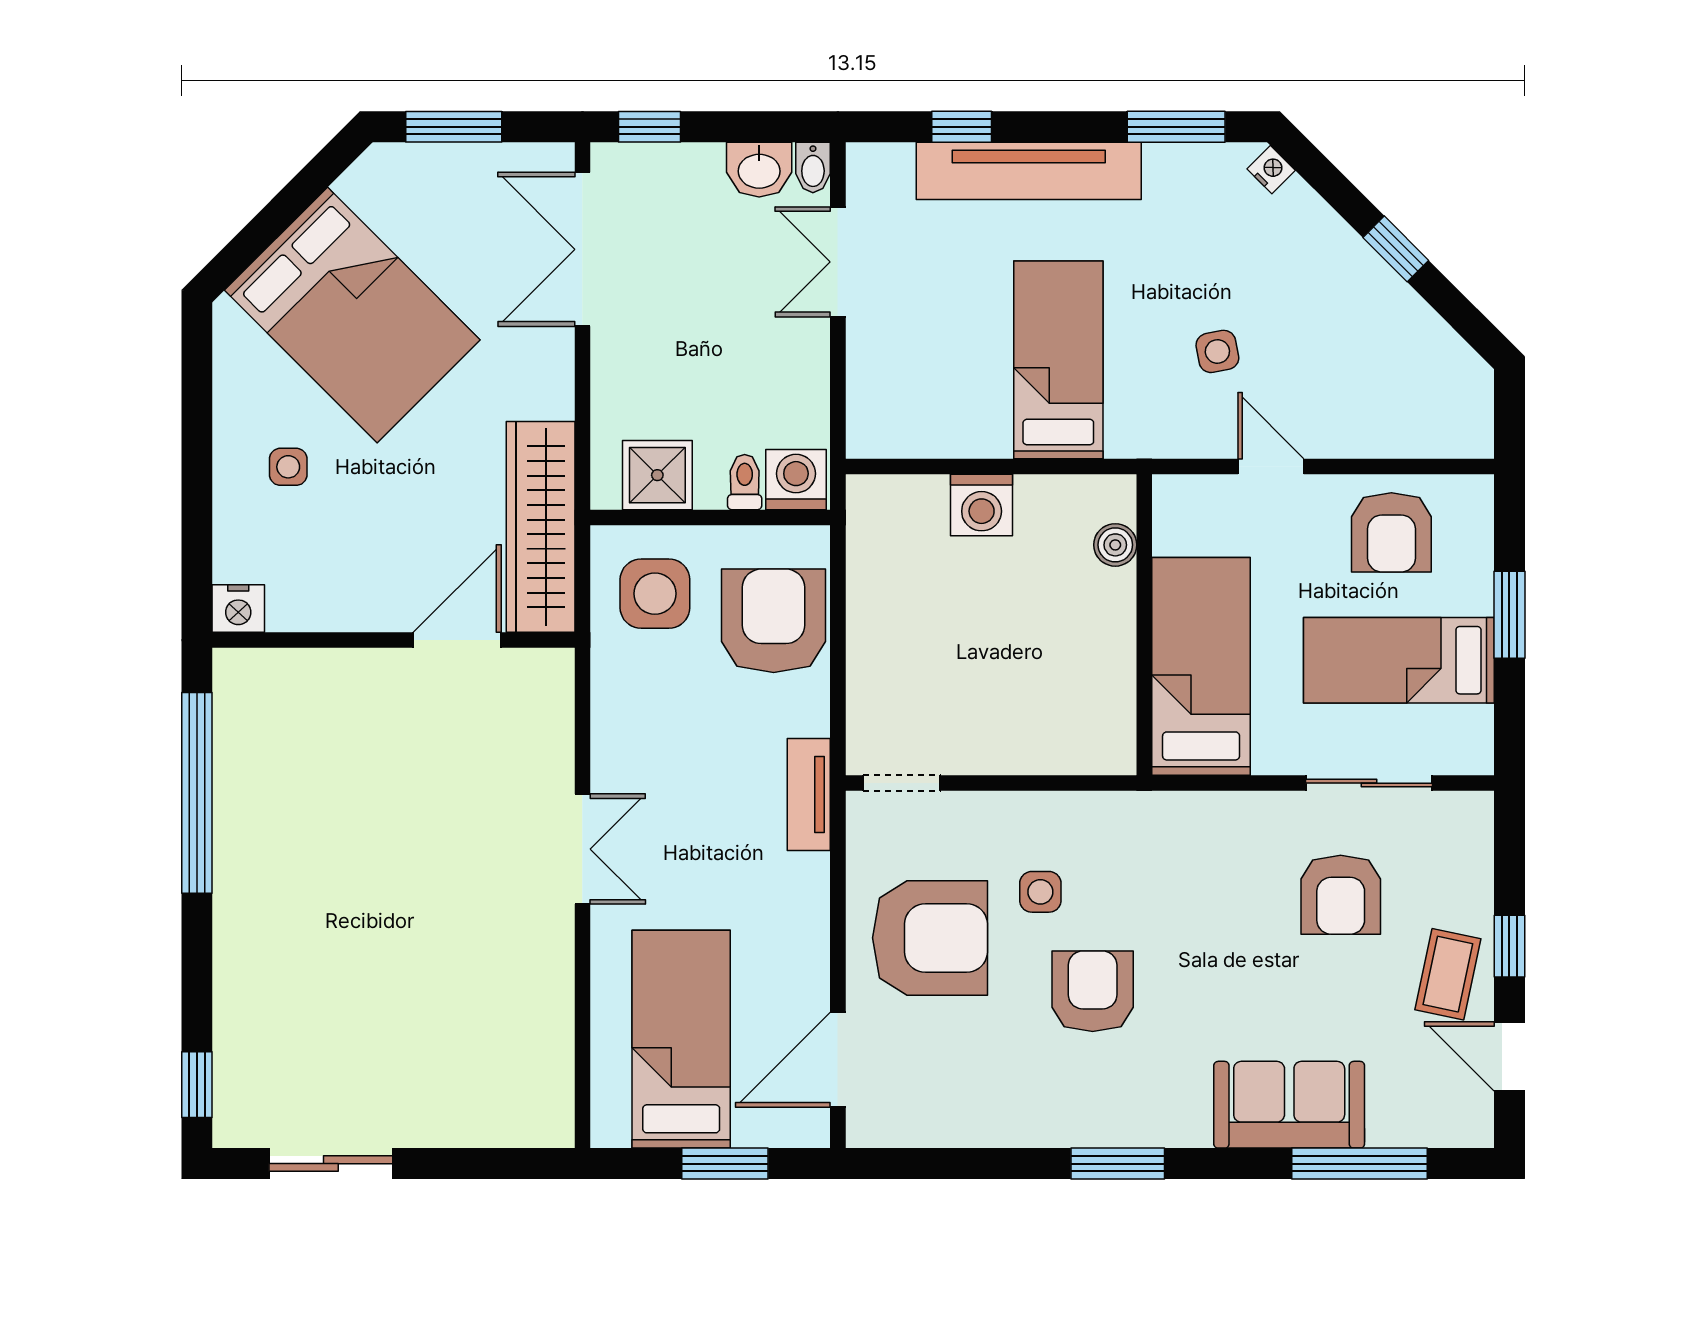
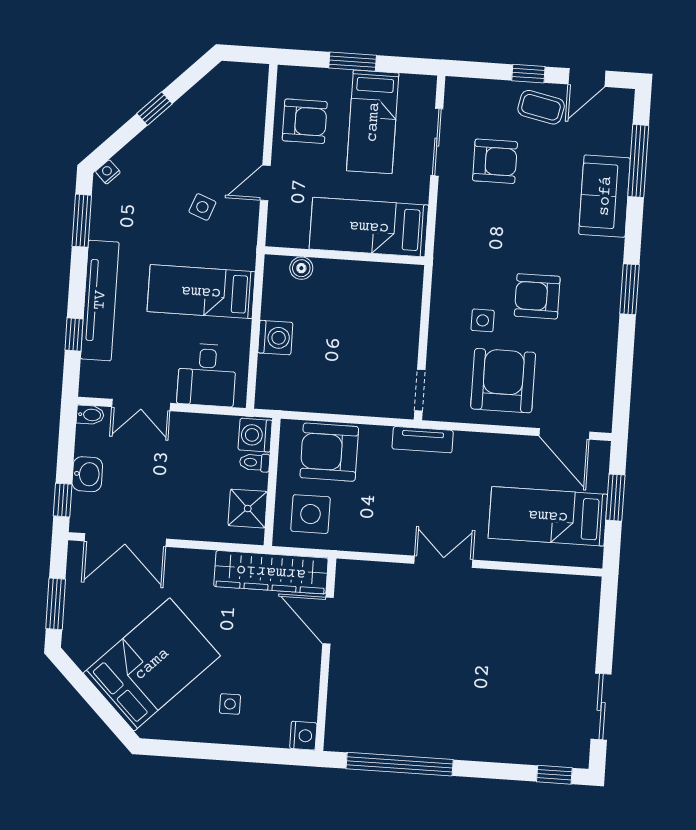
washbasin: (759, 170) -> (87, 474), moved
side table: (1217, 351) -> (202, 207), turned 32
desk: (903, 381) -> (207, 375), added

